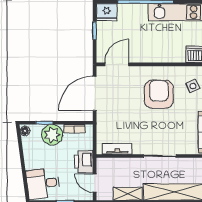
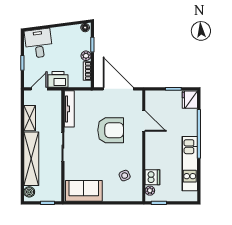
door: (117, 64) -> (144, 121), moved
armchair: (159, 94) -> (111, 130), moved
plant: (52, 135) -> (86, 56), width x0.53, depth x0.53
tv unit: (117, 149) -> (69, 109), width x1.41

